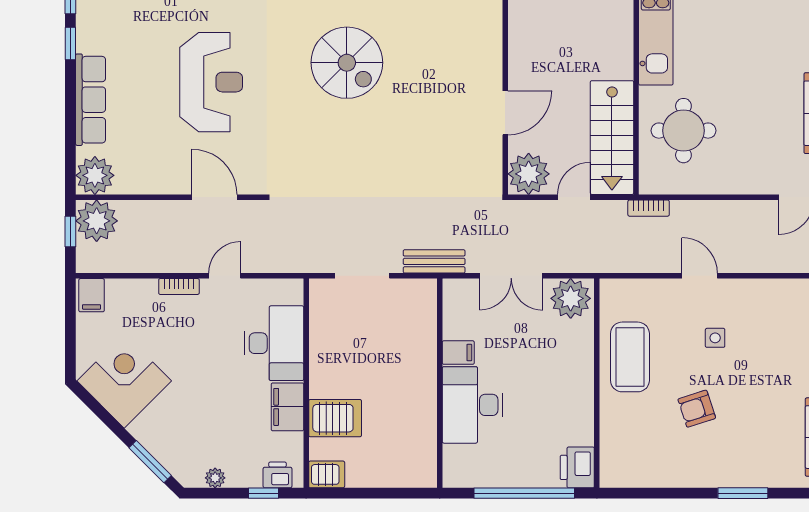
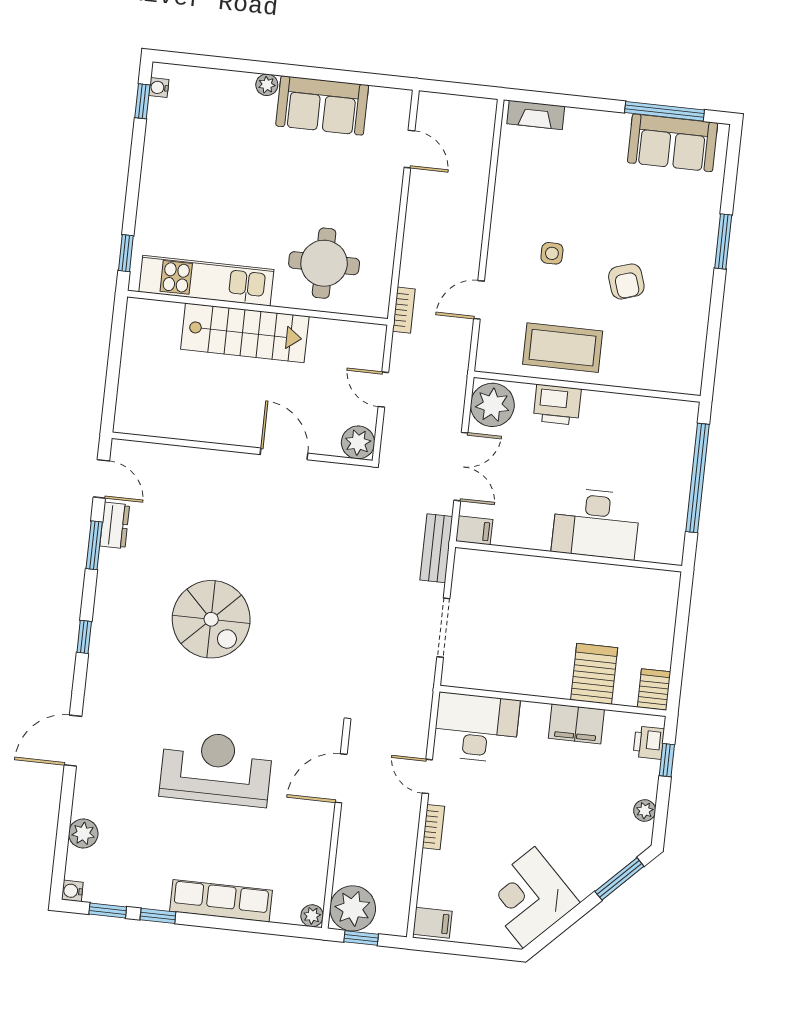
spiral stairs: (347, 63) -> (211, 619), turned 90
stairs: (612, 138) -> (245, 333), moved
plant: (529, 174) -> (358, 442), width x0.73, depth x0.73
plant: (95, 175) -> (312, 916), width x0.53, depth x0.53
door: (700, 276) -> (479, 300), moved
desk: (274, 343) -> (476, 728), moved
filing cabinet: (458, 353) -> (474, 530), moved, turned 90
printer: (577, 467) -> (557, 405), moved

